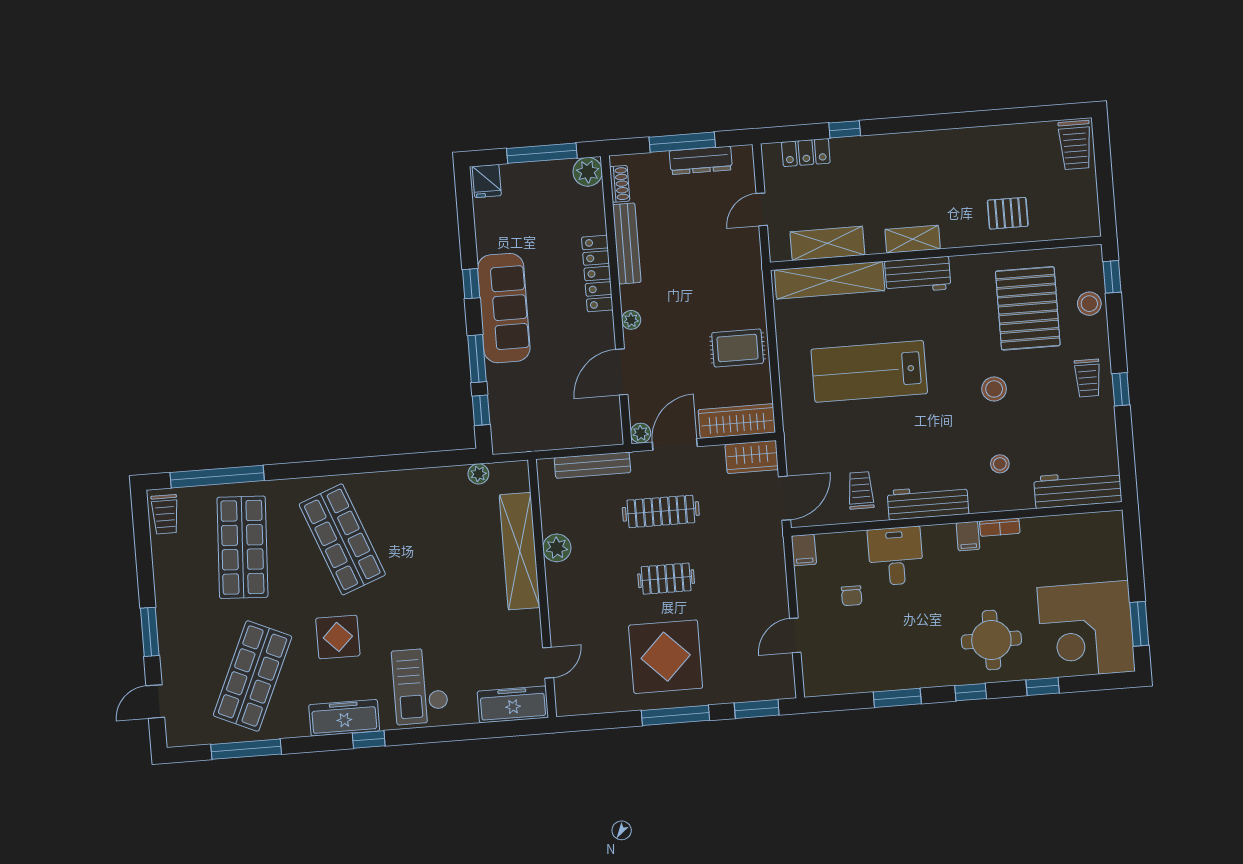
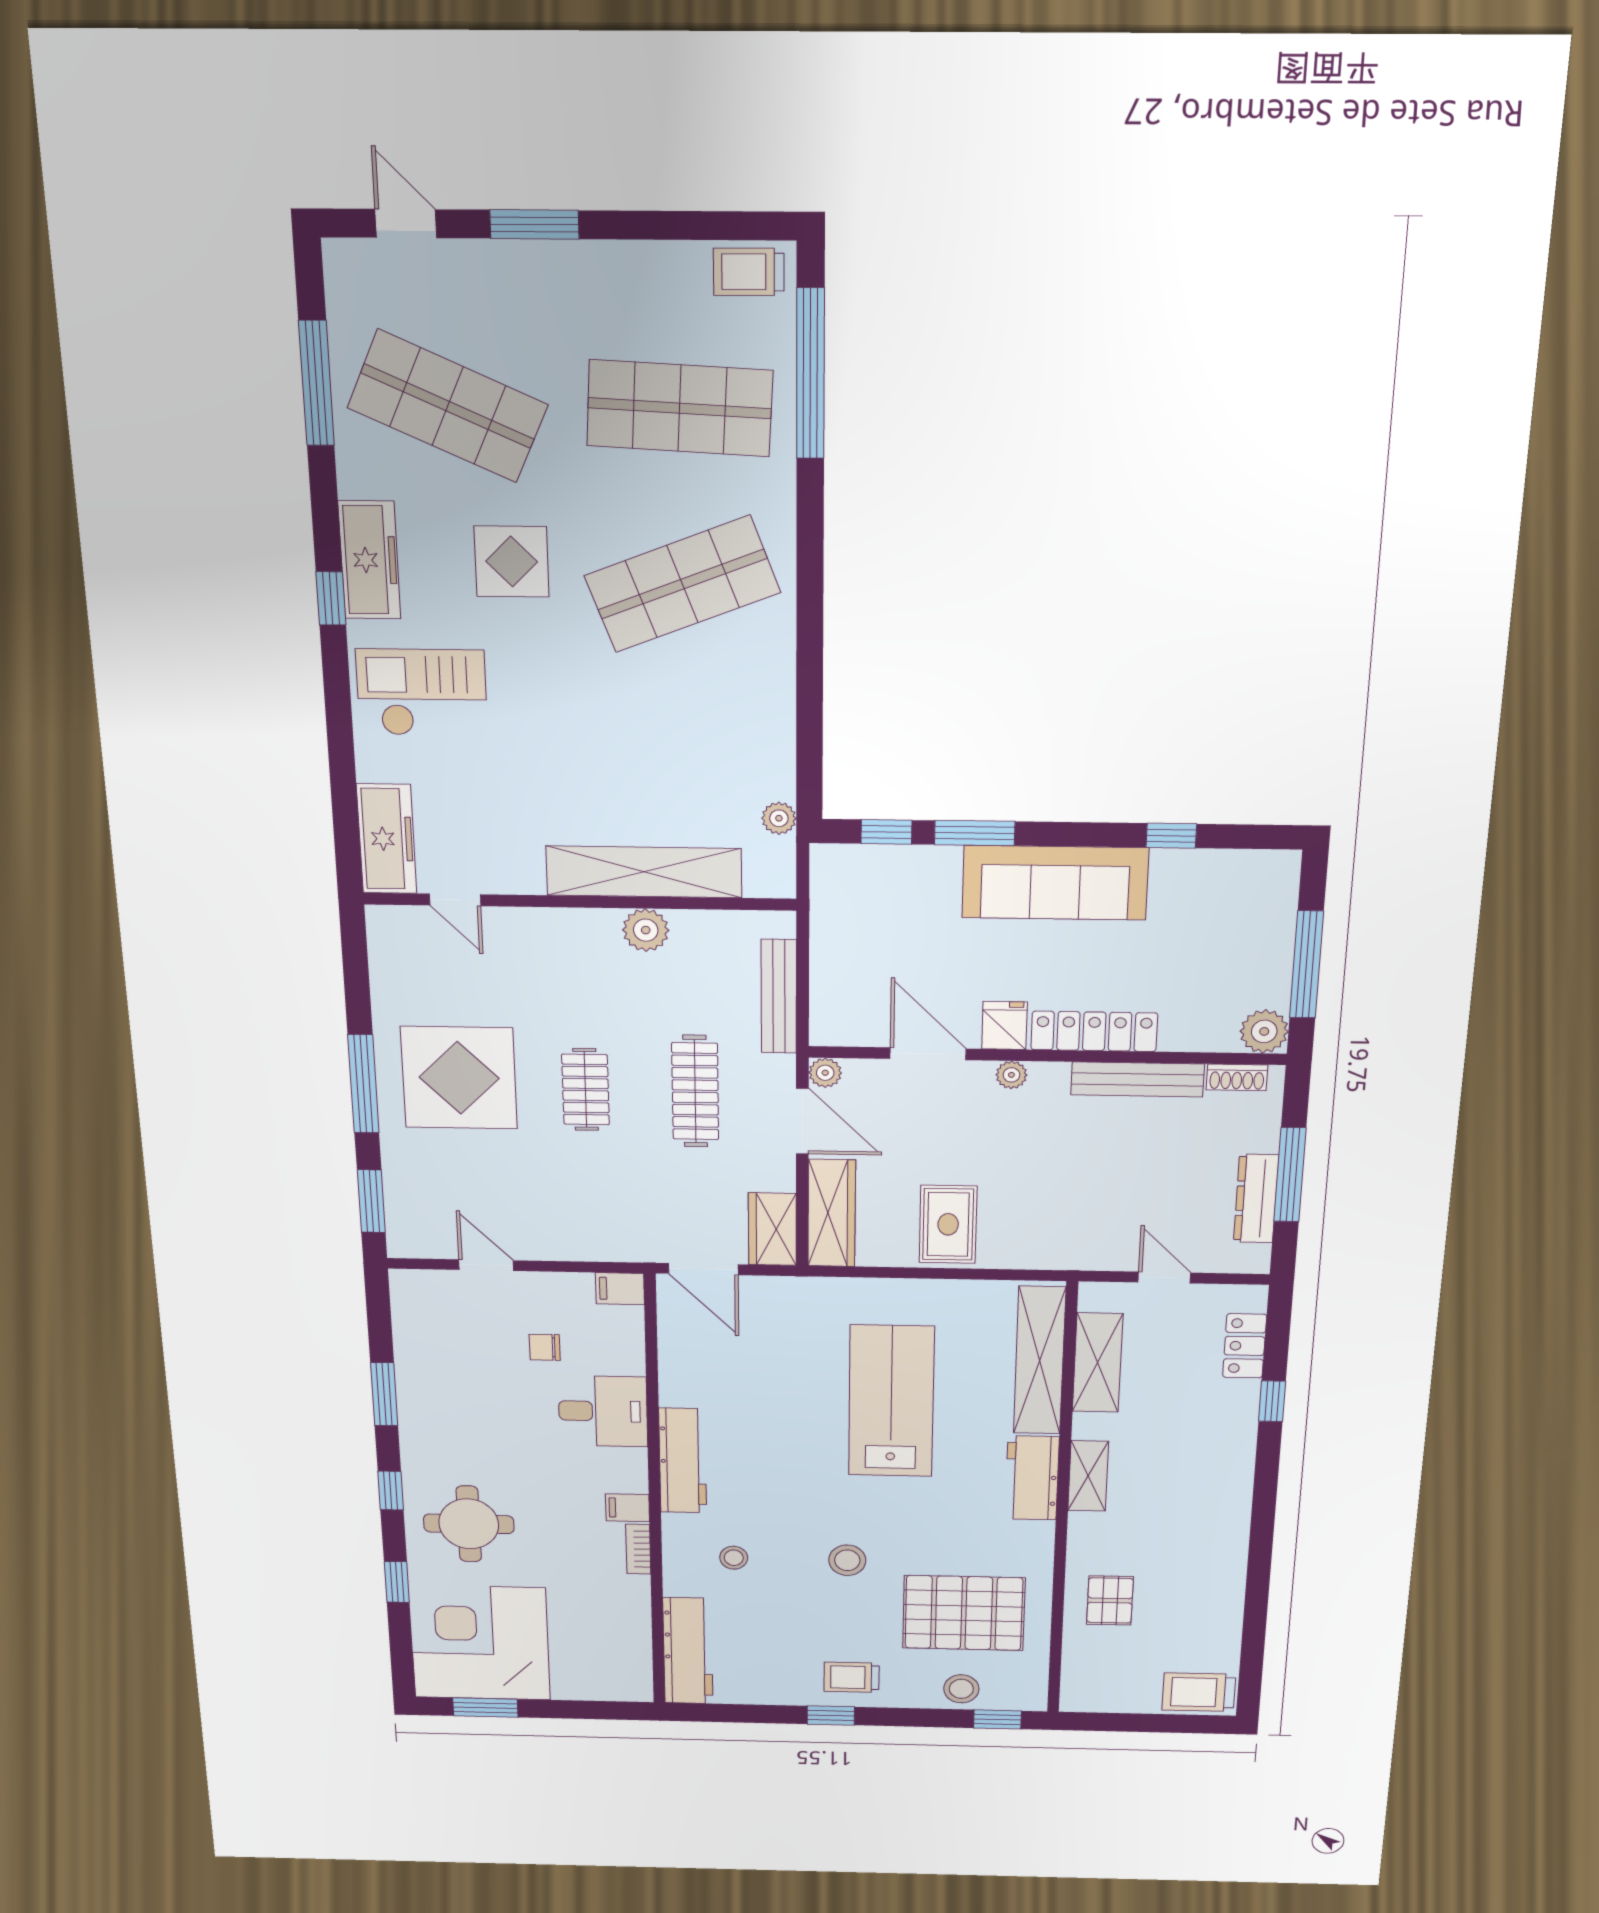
fridge: (487, 181) -> (1004, 1025), moved, turned 90
window: (471, 284) -> (1171, 836), moved
trolley: (861, 490) -> (708, 1374), removed

